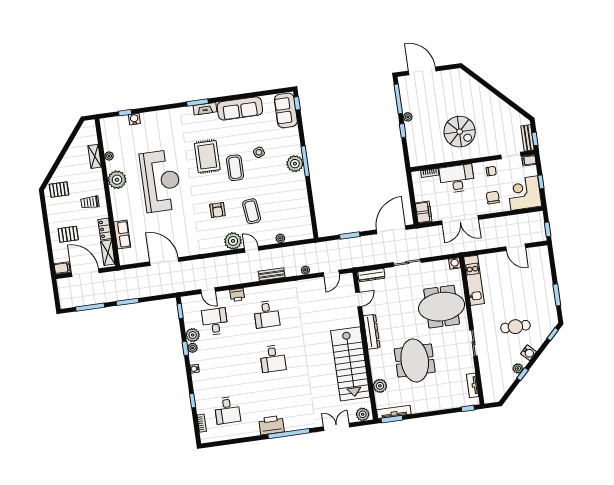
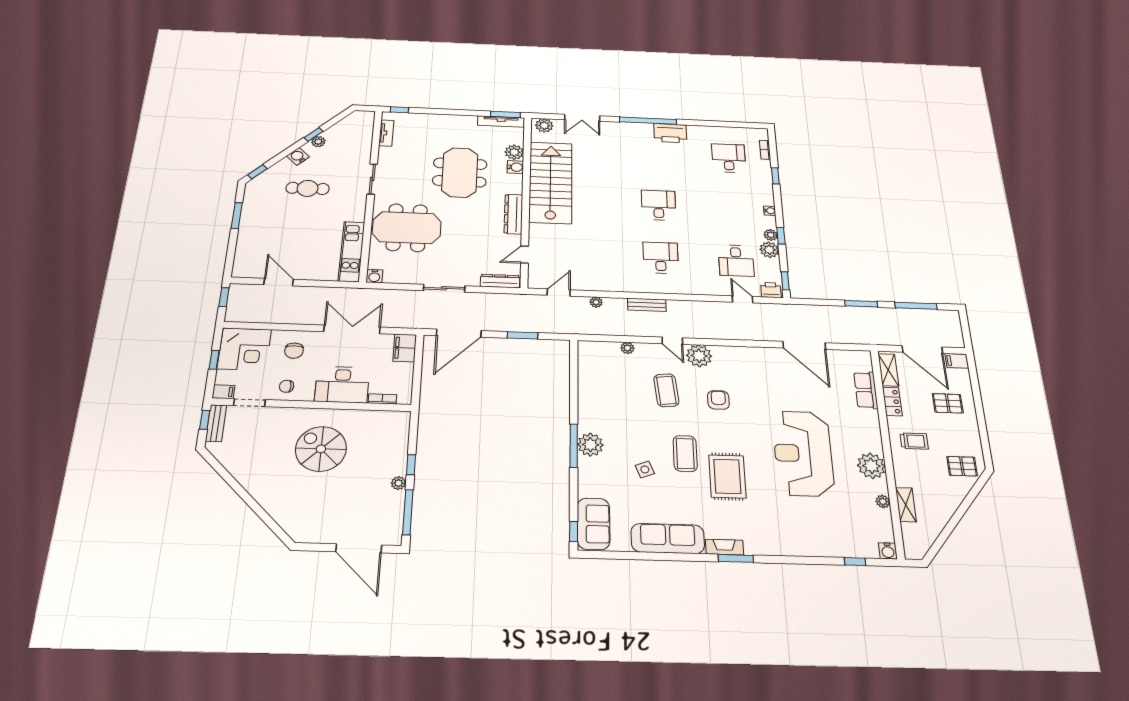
water cooler: (134, 119) -> (888, 551), moved
printer: (237, 295) -> (771, 290), moved
water cooler: (377, 373) -> (515, 167), added

